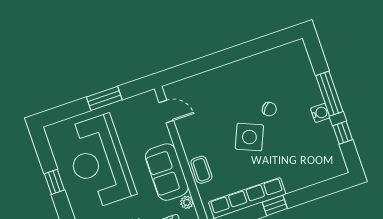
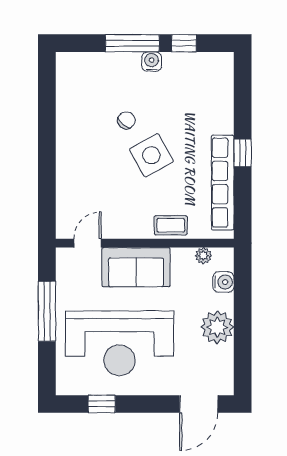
window: (104, 98) -> (47, 311), width x1.44
side table: (249, 137) -> (151, 155), turned 38
sofa: (167, 172) -> (136, 267), moved
window: (54, 182) -> (102, 404), moved

